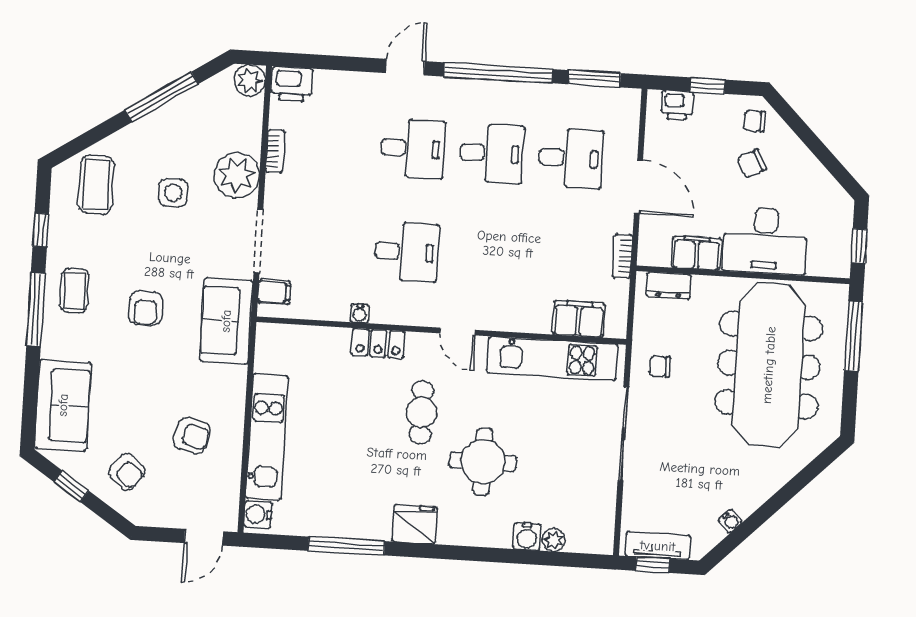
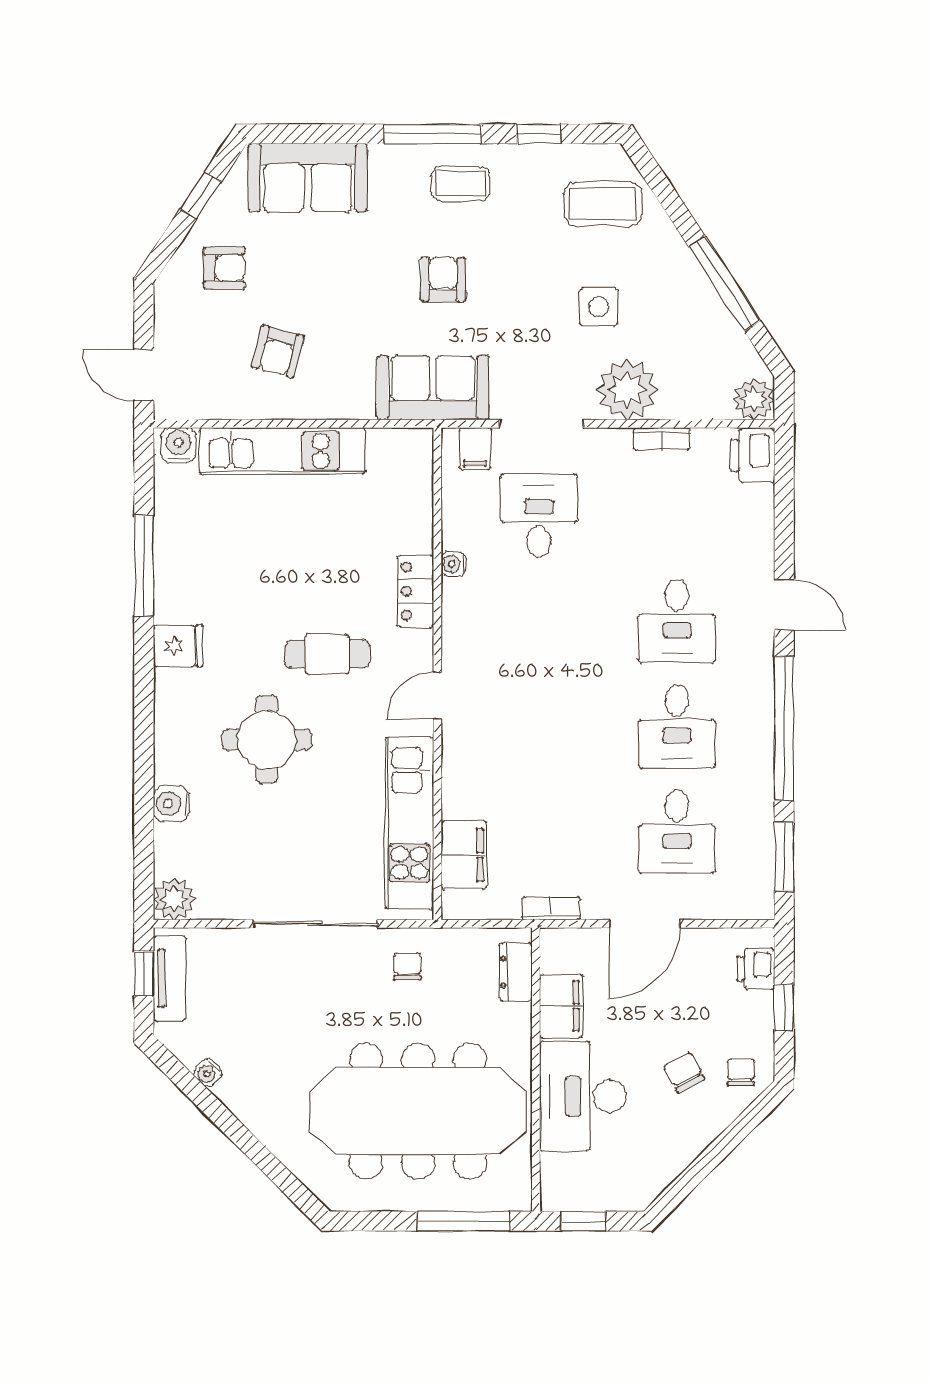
desk: (406, 252) -> (539, 516), moved, turned 180
armchair: (146, 308) -> (443, 280), turned 90
armchair: (127, 472) -> (224, 268), turned -129
fridge: (415, 524) -> (178, 646), width x0.72
plant: (554, 540) -> (174, 899), moved, width x1.38, depth x1.38

